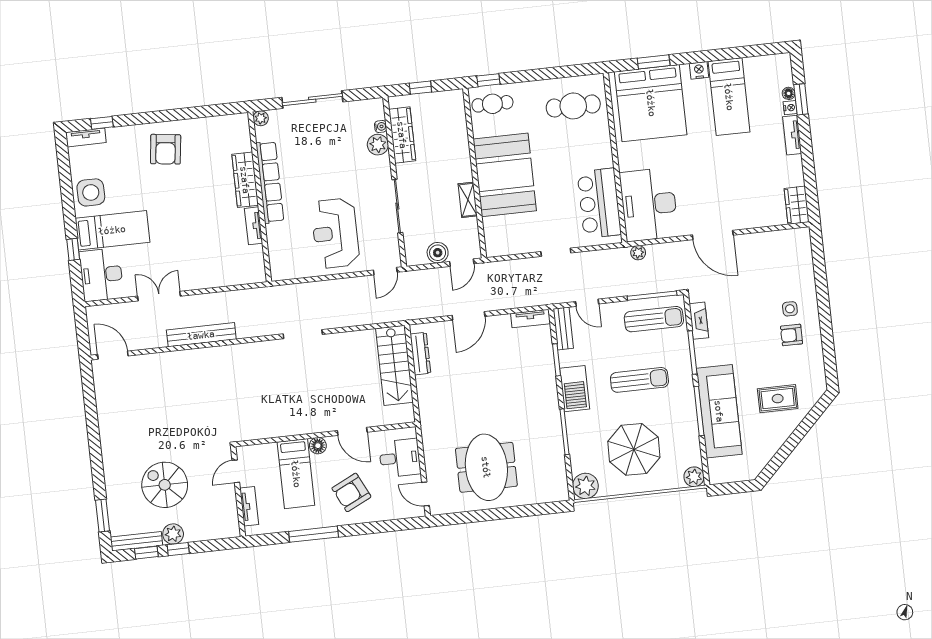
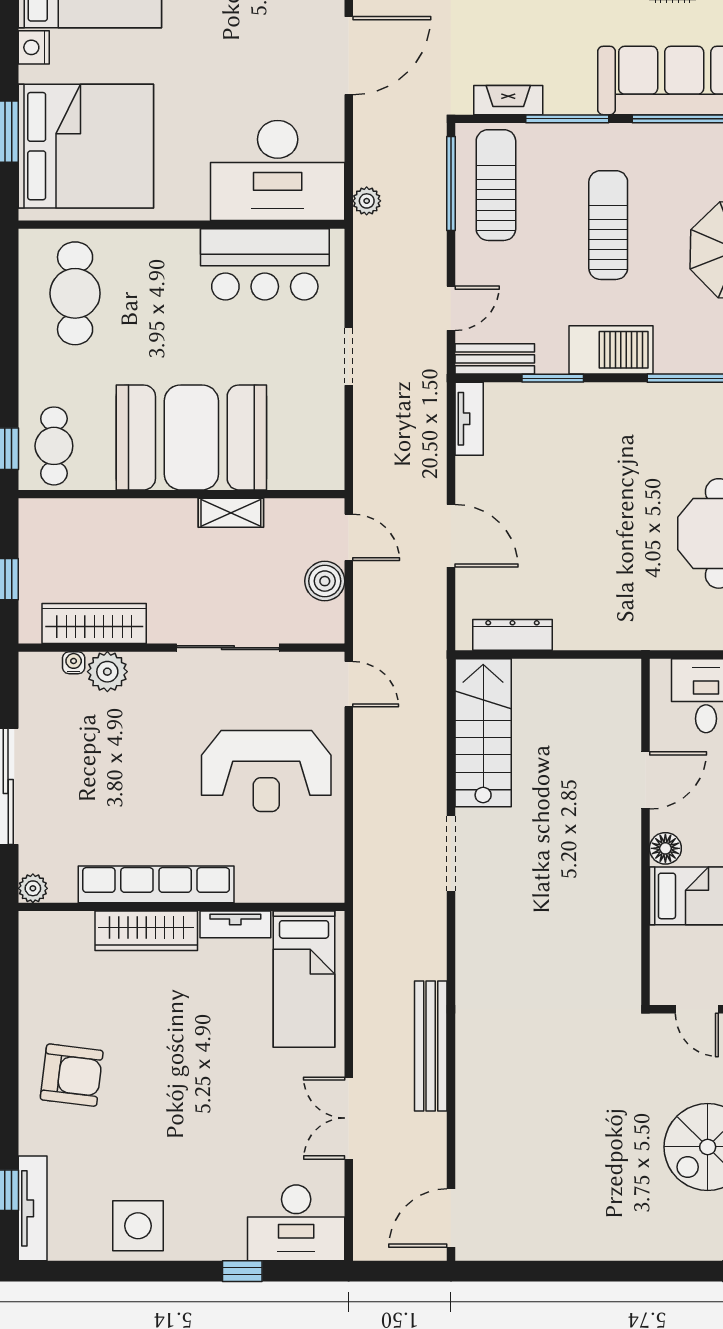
tv unit: (86, 137) -> (33, 1208), width x1.41
bed: (112, 230) -> (304, 979), moved, turned 180
stairs: (394, 365) -> (483, 733), moved, turned -90

